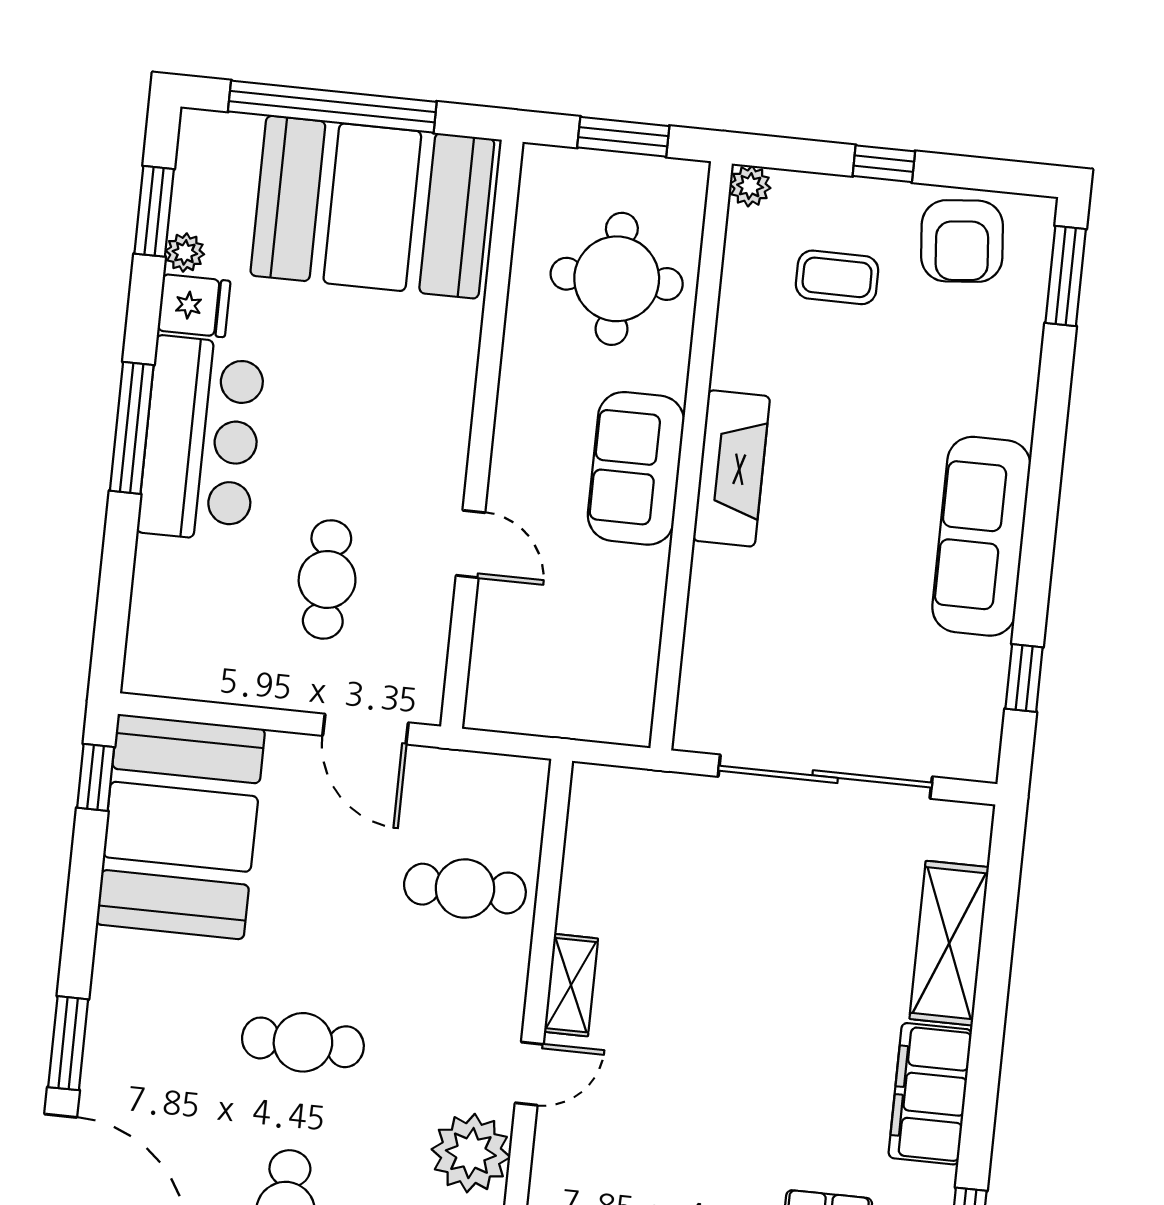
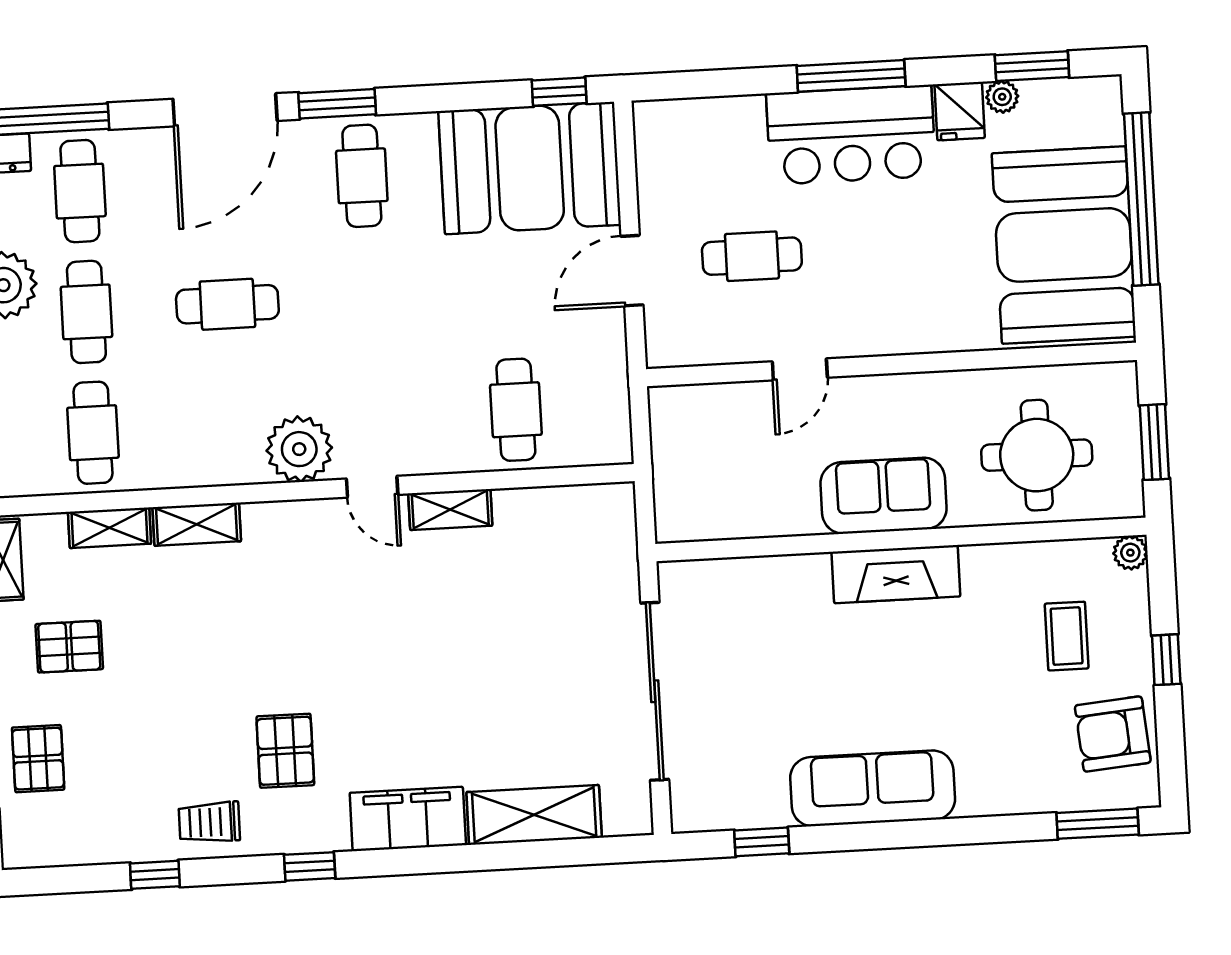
door: (365, 729) -> (632, 271), moved
cafe table: (303, 1042) -> (362, 176), moved

